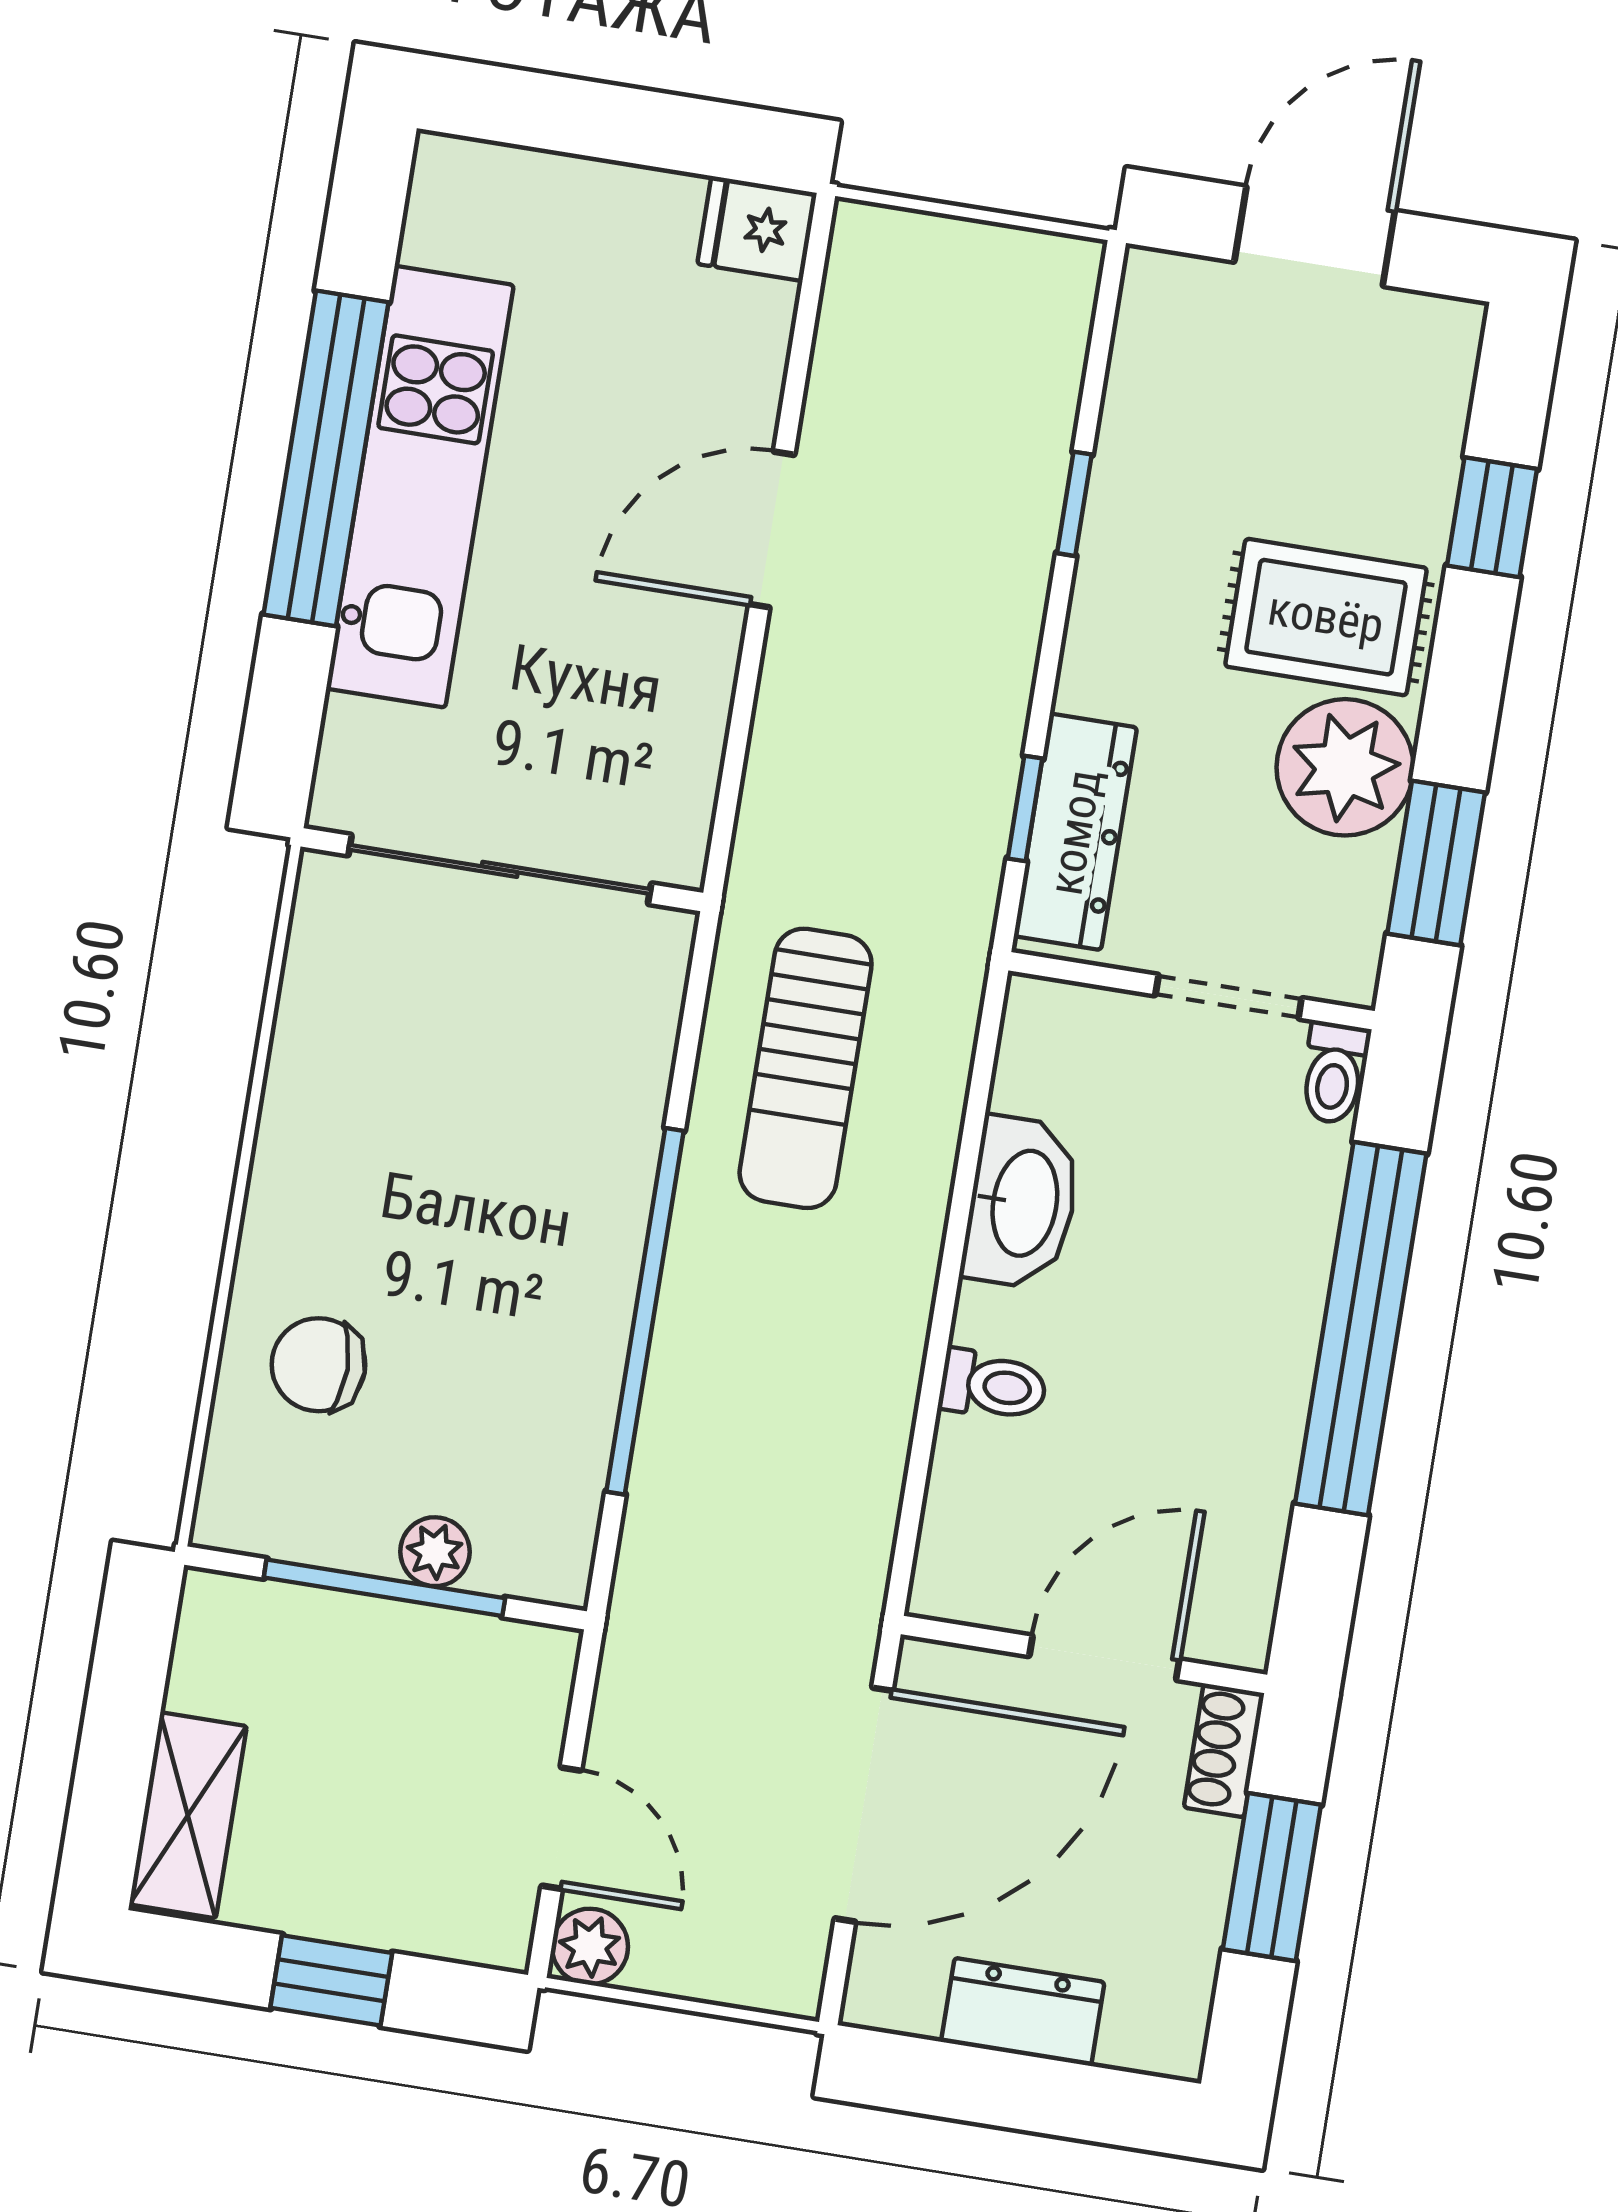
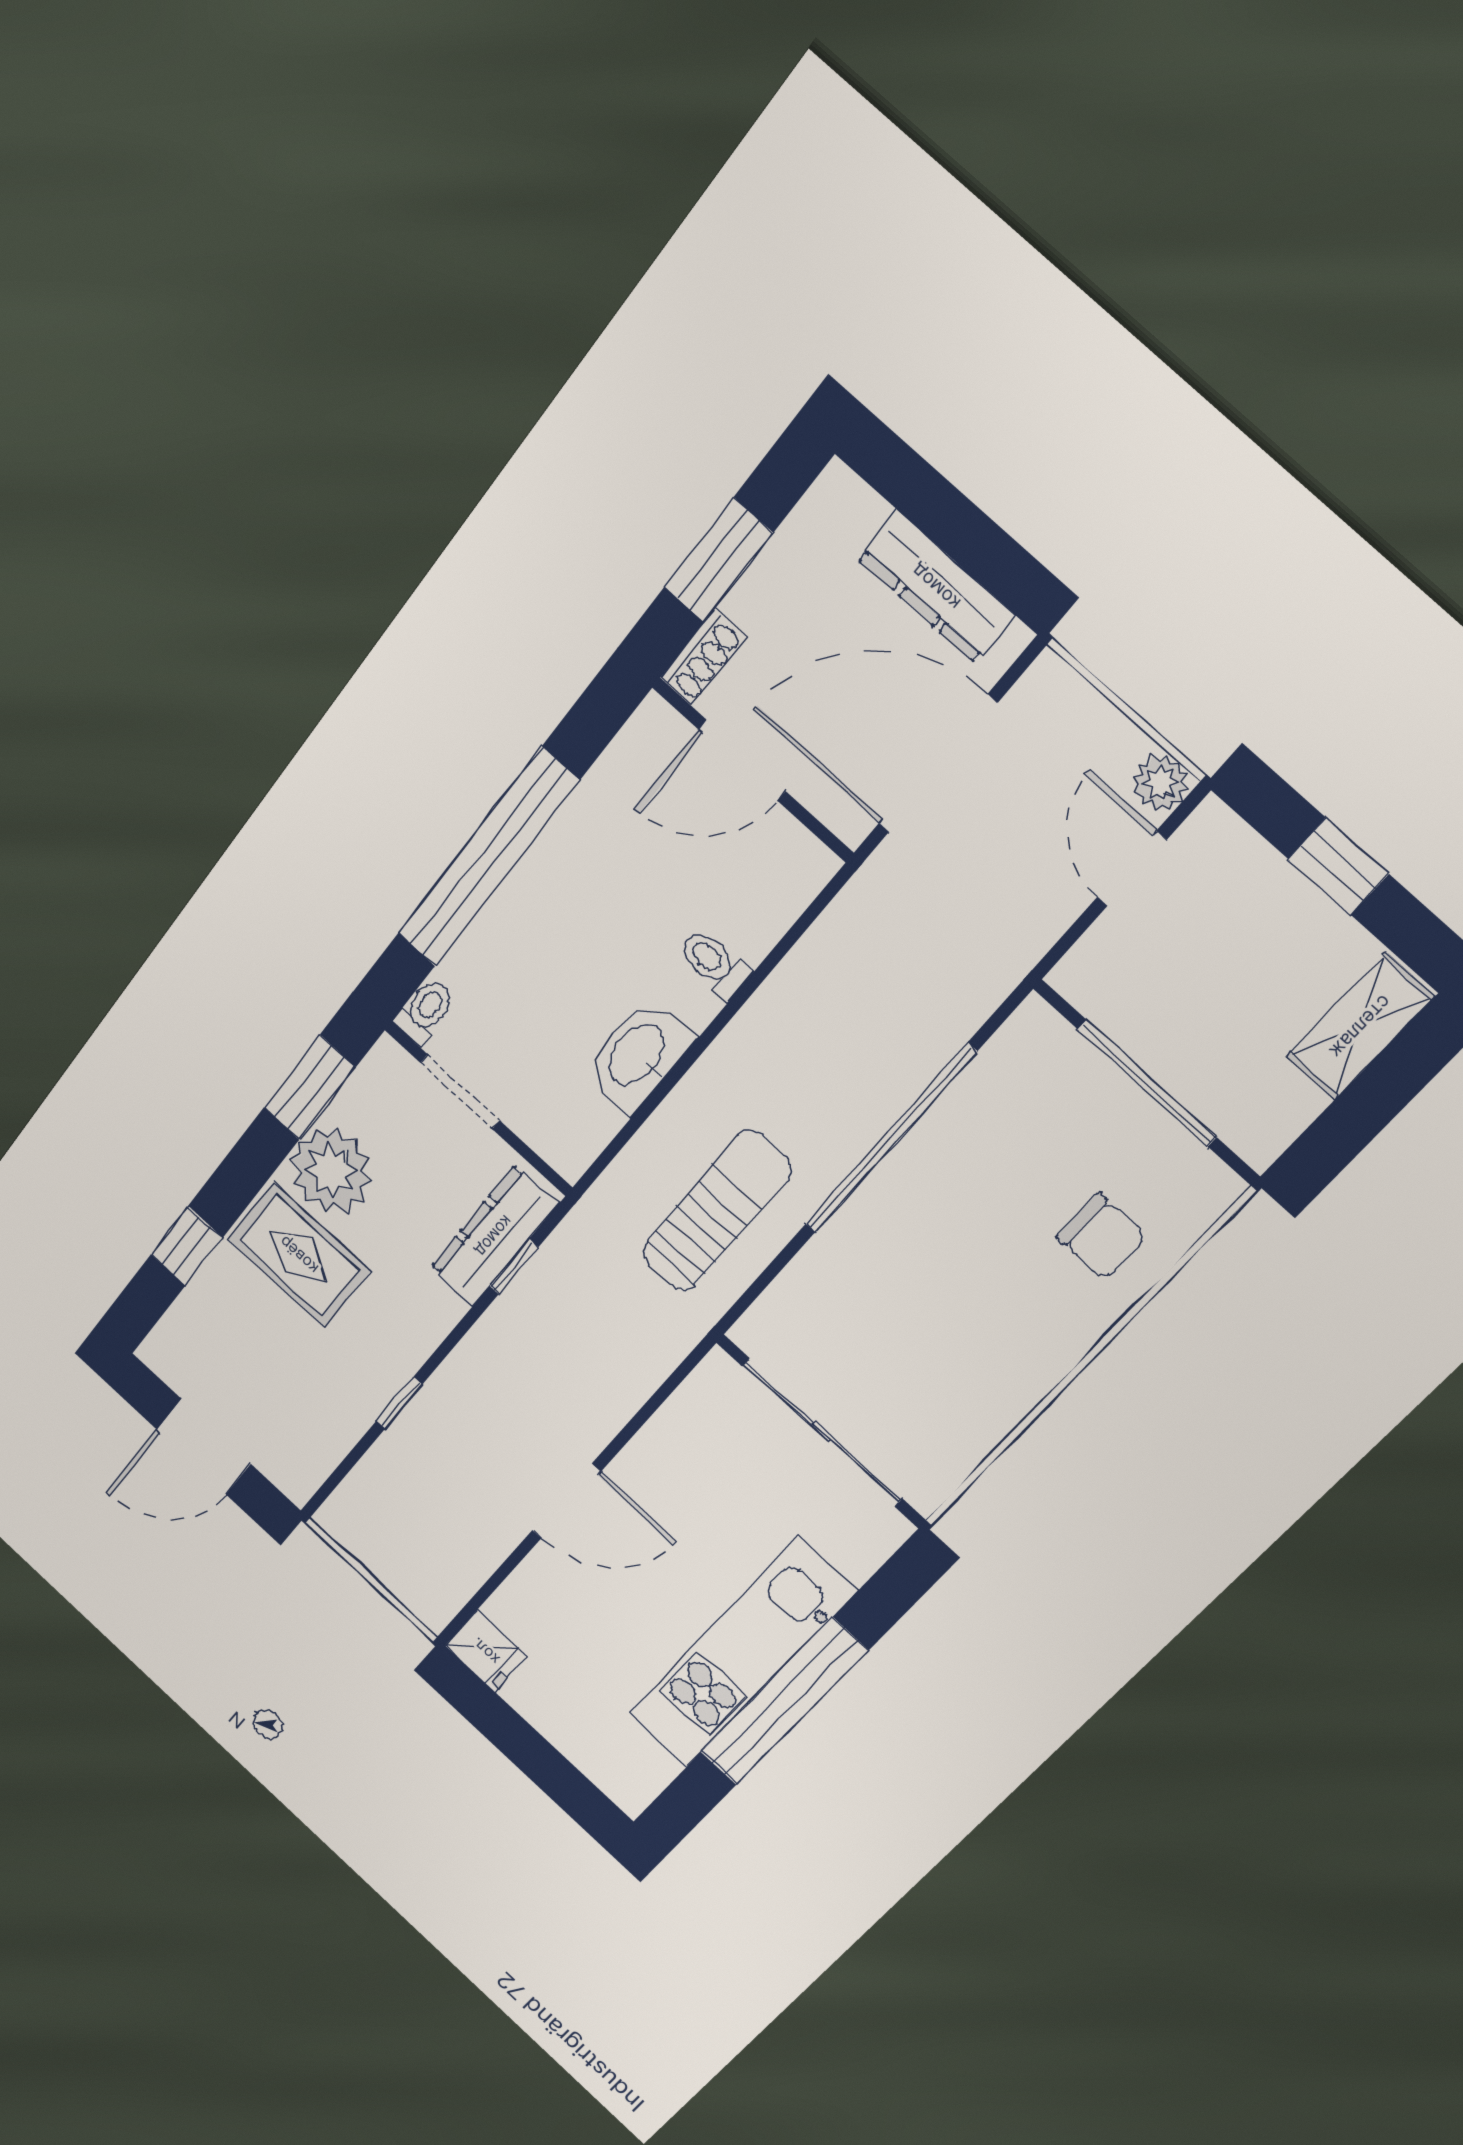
plant: (435, 1552) -> (1102, 1084), removed
dresser: (1023, 2012) -> (936, 587), width x1.44

